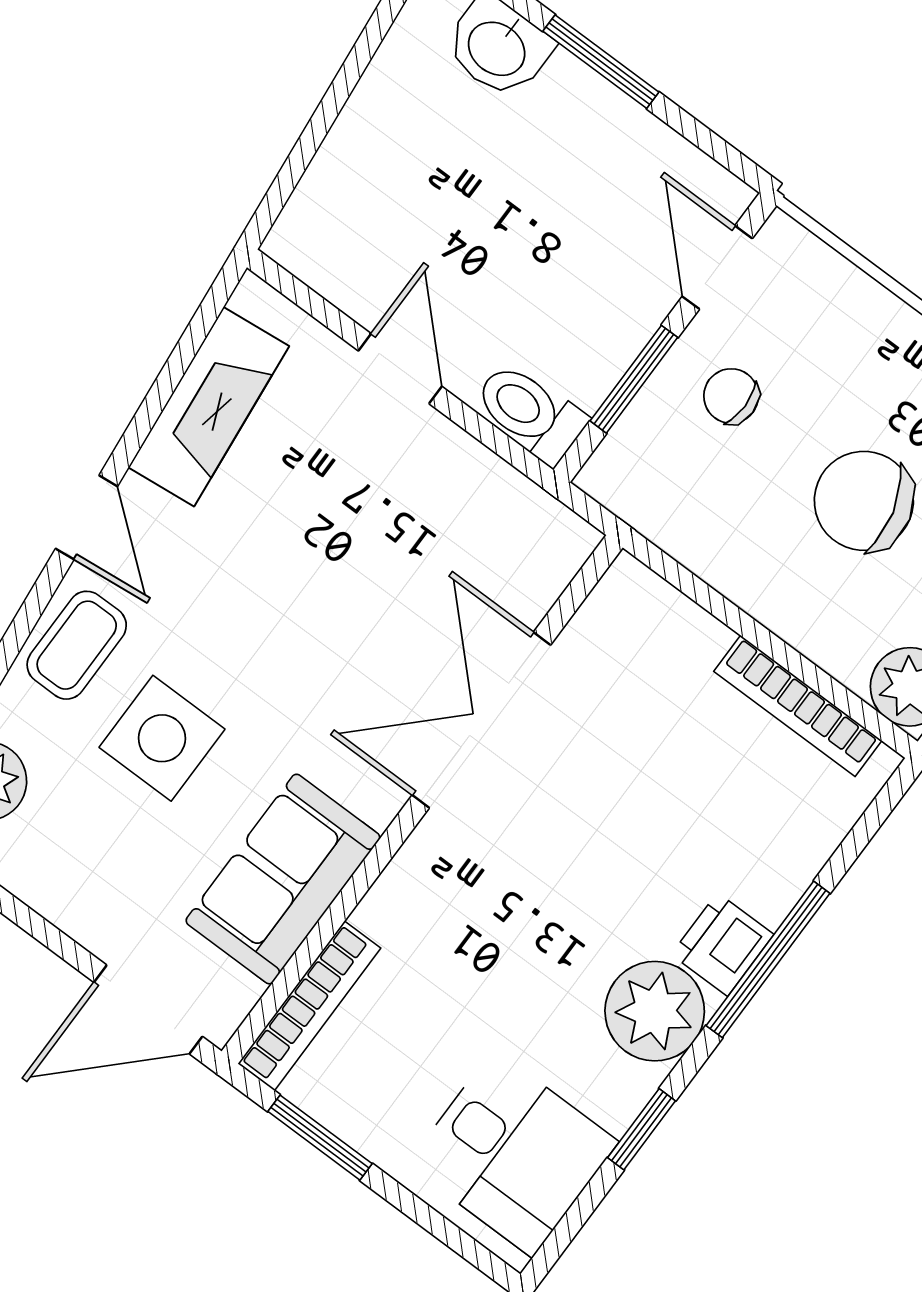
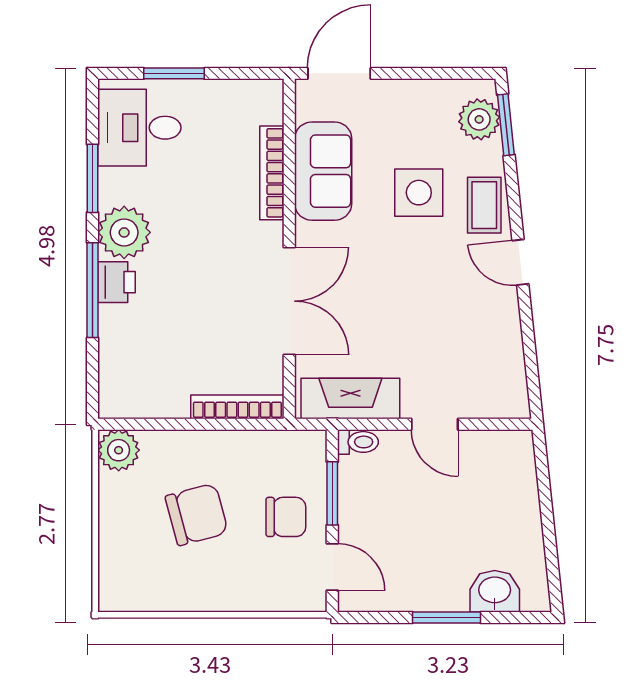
chair: (731, 396) -> (286, 517), width x1.37, depth x1.37
fireplace: (209, 407) -> (350, 398), moved, turned 96
toilet: (530, 412) -> (358, 442), width x0.73, depth x0.72
bookcase: (798, 706) -> (237, 407), moved
bookcase: (309, 1006) -> (272, 173), moved
window: (641, 1129) -> (93, 178), width x1.50
window: (320, 1138) -> (174, 73), moved

